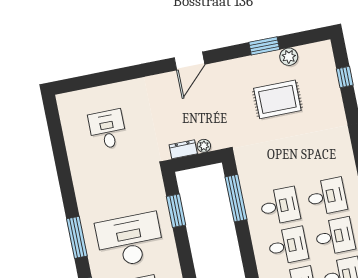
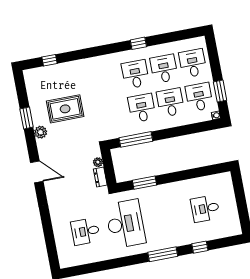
plant: (289, 57) -> (41, 132), moved
rug: (277, 99) -> (65, 109), turned 90
desk: (130, 240) -> (125, 224), moved, turned 180

